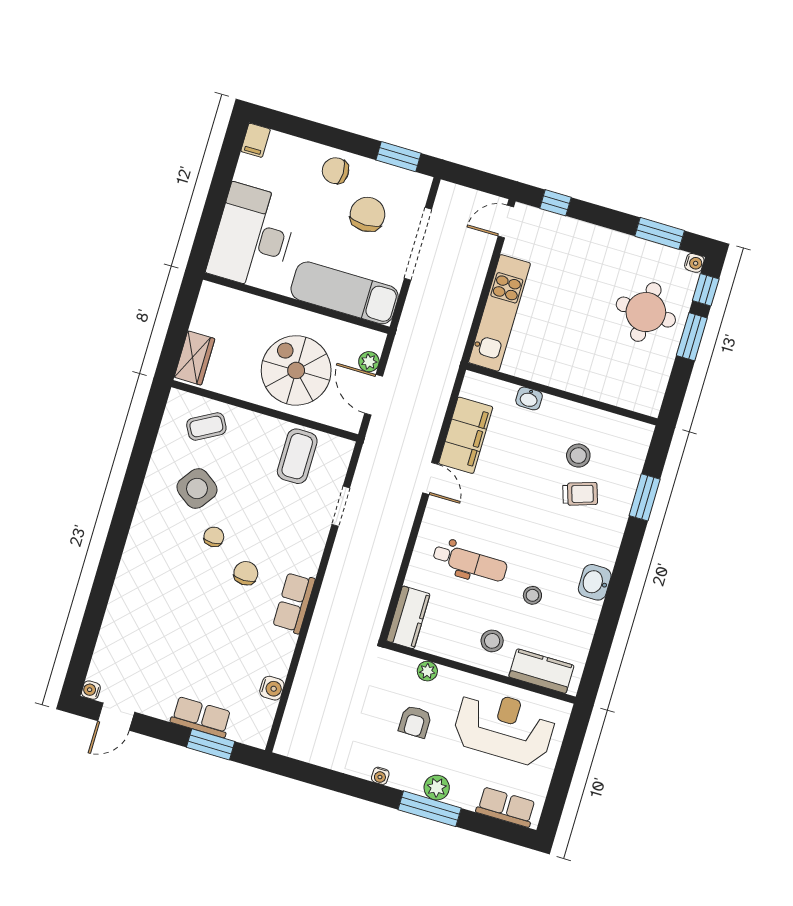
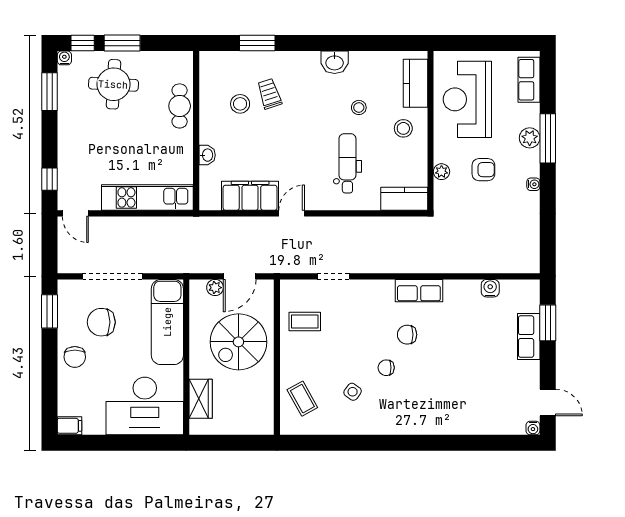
wardrobe: (195, 358) -> (201, 399), moved, turned 90
cafe table: (597, 383) -> (180, 106), added
coffee table: (297, 456) -> (305, 322), width x0.73, depth x0.77
side table: (197, 489) -> (353, 392), width x0.54, depth x0.54

